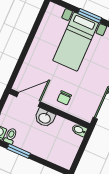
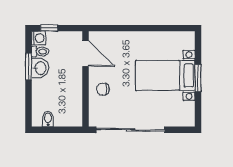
washbasin: (45, 118) -> (40, 68), moved, turned 180
bidet: (79, 130) -> (48, 119), moved

